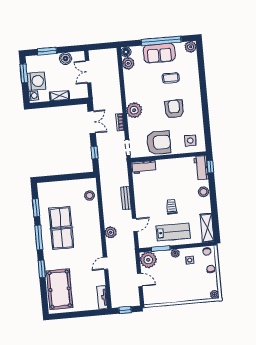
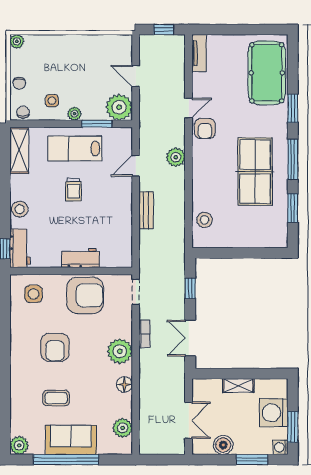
floor lamp: (126, 52) -> (124, 384), moved
washing machine: (33, 96) -> (280, 447), moved
armchair: (159, 143) -> (85, 295), turned 180
workbench: (144, 167) -> (80, 258), moved
armchair: (94, 252) -> (205, 128), added

